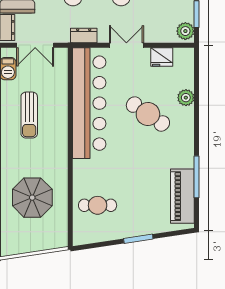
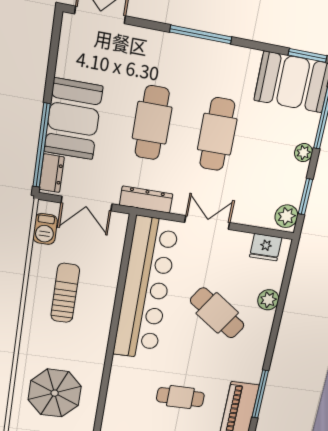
dresser: (84, 35) -> (146, 200), width x1.44
fridge: (162, 57) -> (266, 247), moved
sun lounger: (29, 115) -> (65, 293), turned 180
cafe table: (98, 205) -> (180, 397), moved

